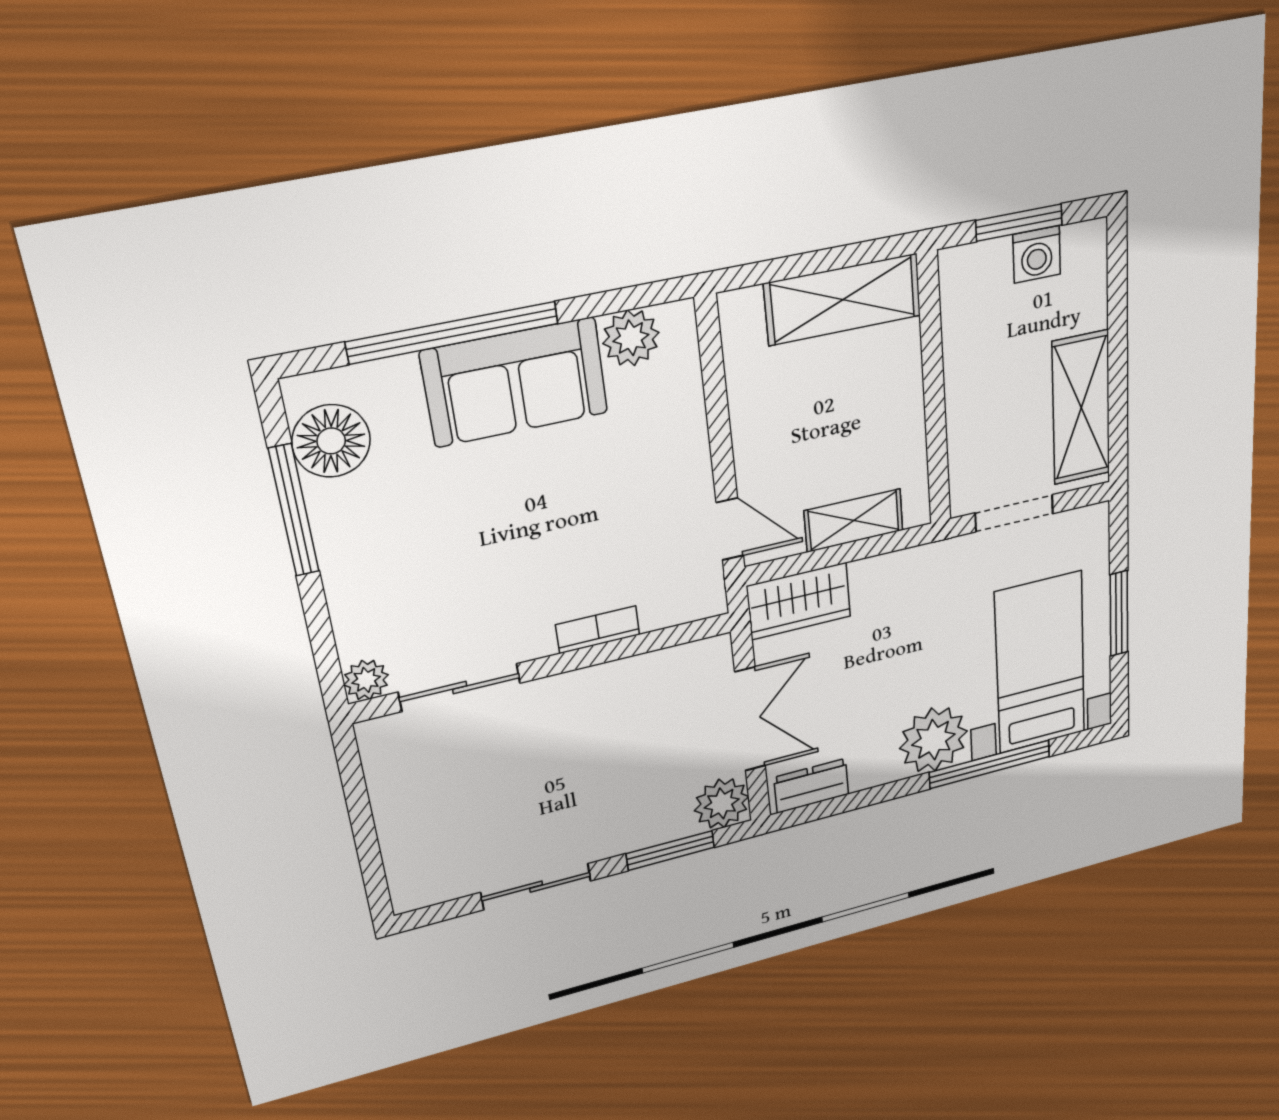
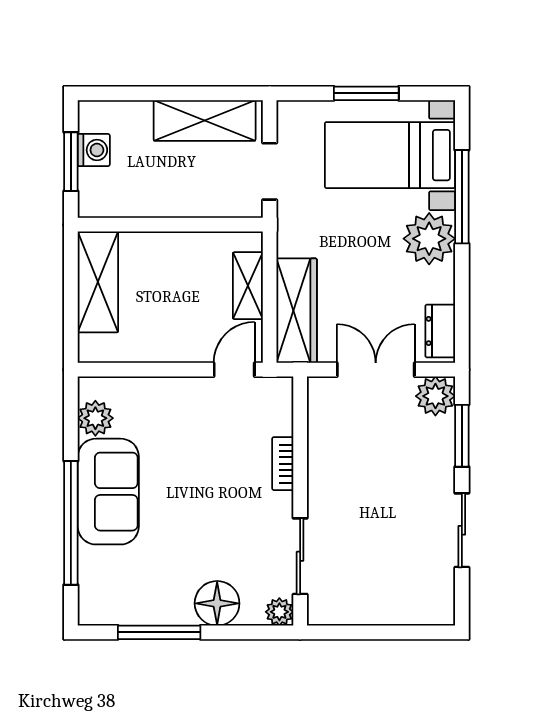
floor lamp: (331, 441) -> (217, 603), moved
wardrobe: (799, 601) -> (297, 311), width x1.50

